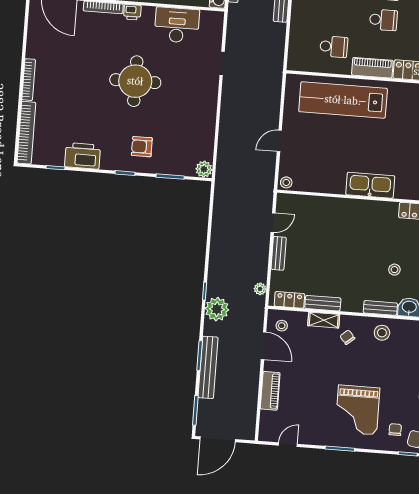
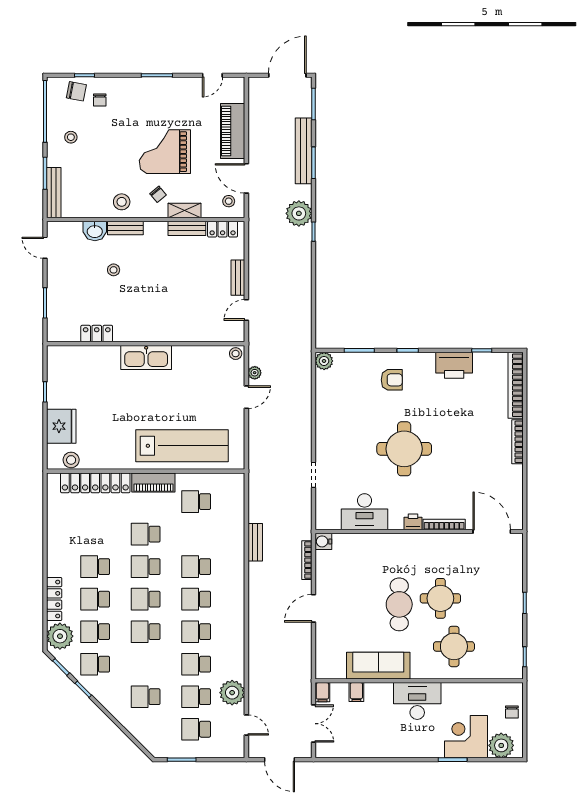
plant: (260, 289) -> (255, 373), moved
piano: (270, 391) -> (233, 131), width x1.37, depth x1.33
grand piano: (358, 410) -> (165, 152), moved, turned -90

